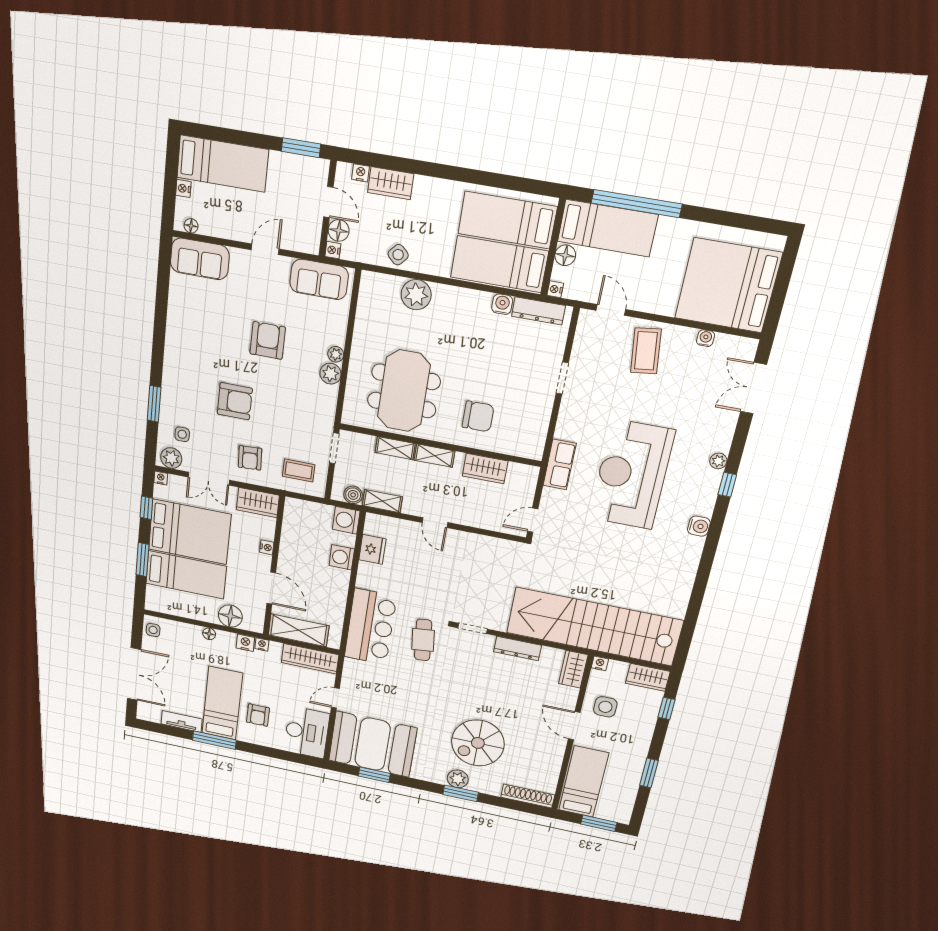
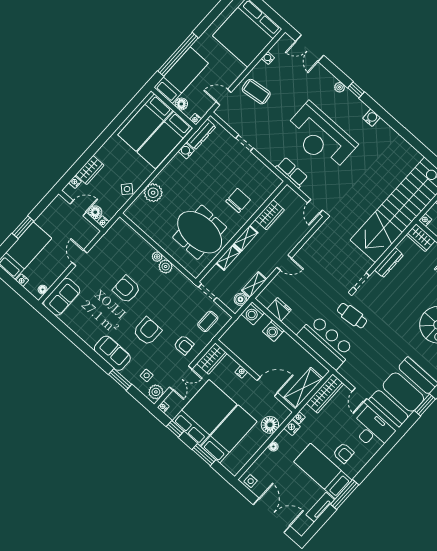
window: (301, 148) -> (23, 227), moved
sofa: (319, 279) -> (112, 353), moved, turned -90

